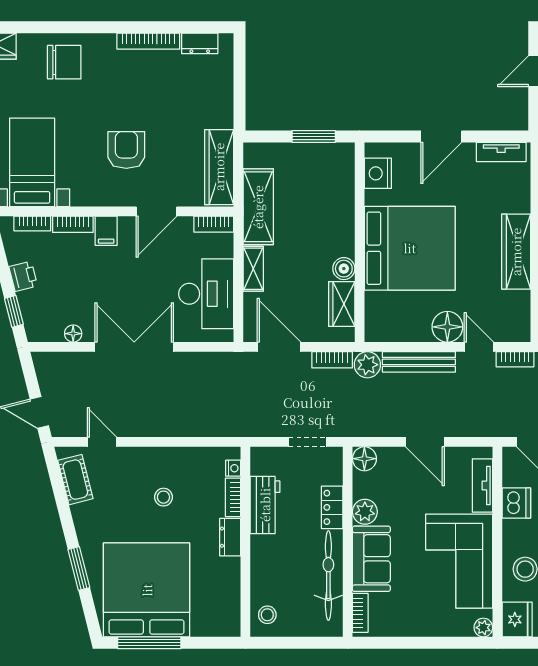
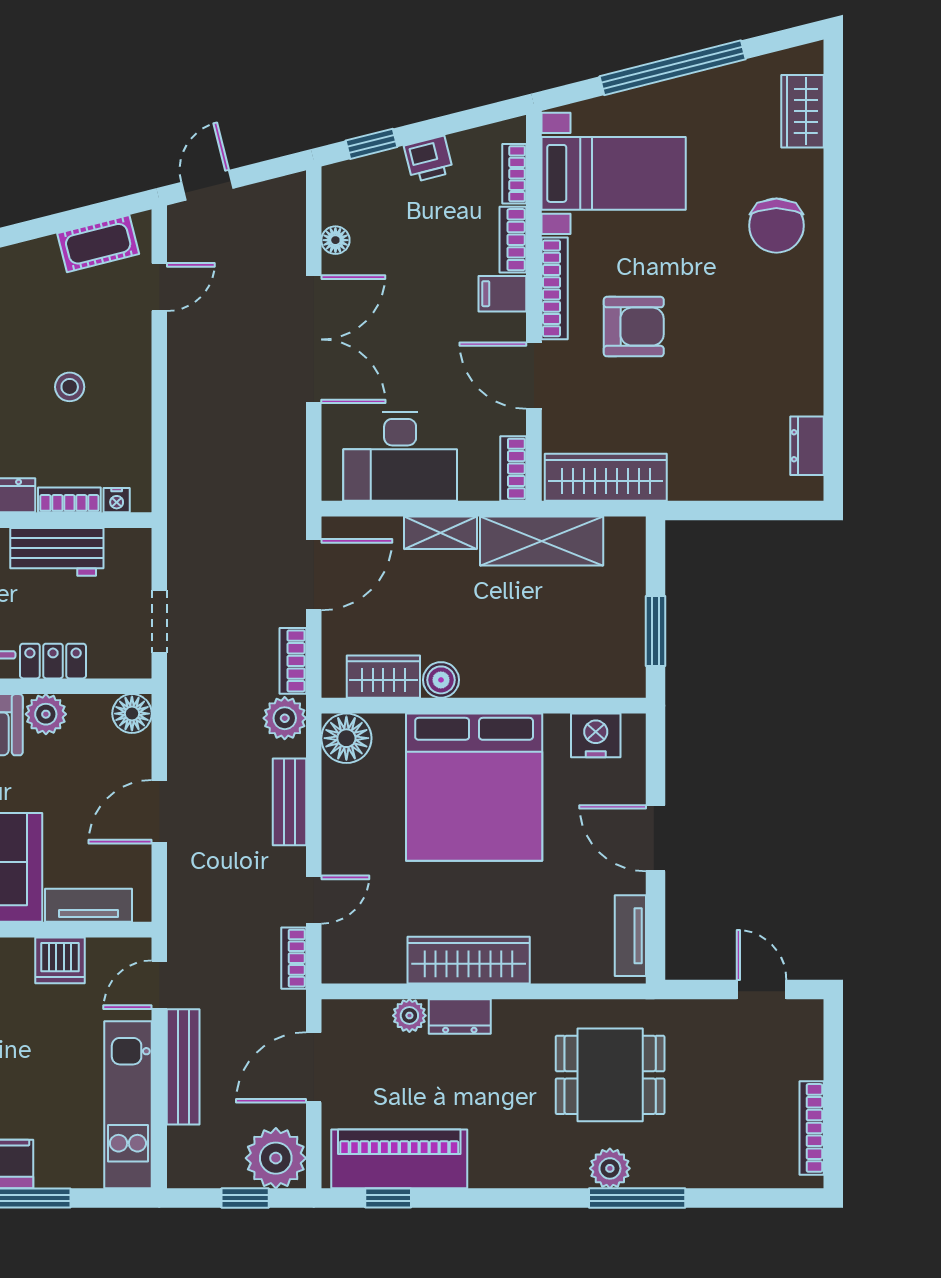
bookcase: (148, 41) -> (555, 288), moved, turned 180
floor lamp: (447, 327) -> (346, 738), moved
bench: (419, 362) -> (289, 802), width x0.73

